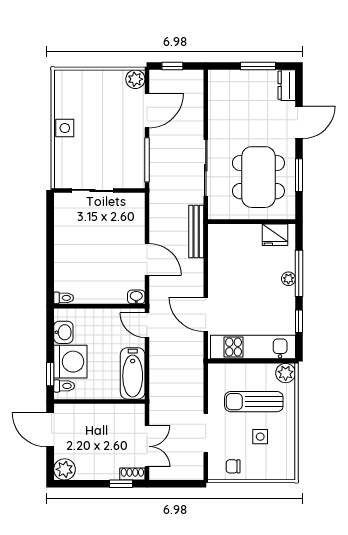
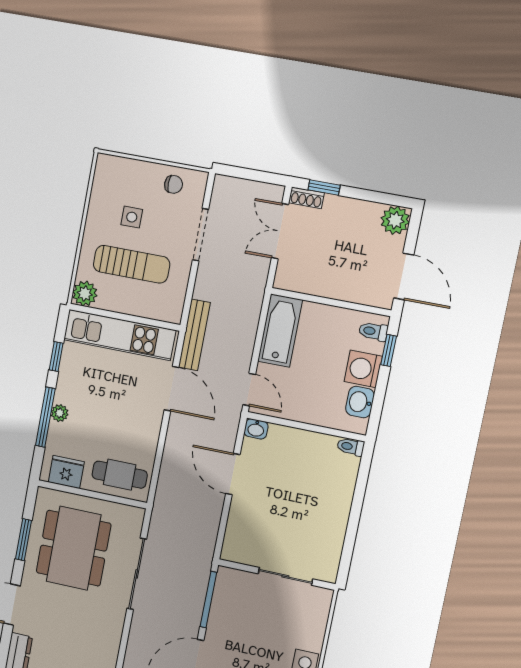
bench: (196, 232) -> (194, 335), moved
cafe table: (233, 241) -> (120, 475), added
washing machine: (70, 362) -> (363, 369), width x0.73, depth x0.73

